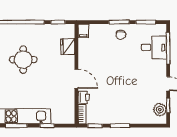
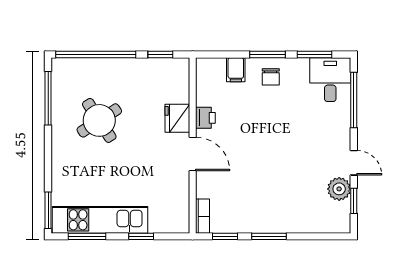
filing cabinet: (83, 31) -> (236, 70), moved
fridge: (68, 47) -> (177, 118), moved
desk: (154, 47) -> (330, 80), moved, turned -90
round table: (23, 60) -> (99, 120), turned -33
printer: (84, 97) -> (205, 118), moved
plant: (160, 110) -> (339, 189), moved

